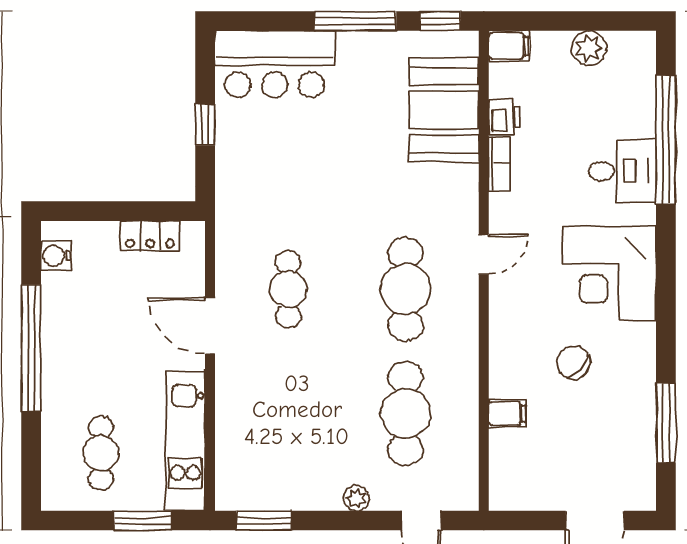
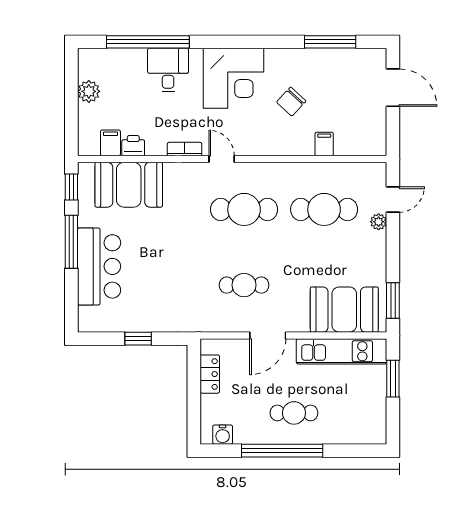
filing cabinet: (509, 46) -> (110, 143), moved
bar counter: (275, 64) -> (99, 266), moved
bookcase: (499, 164) -> (184, 149), moved
booth: (250, 445) -> (344, 310), added
cafe table: (101, 453) -> (294, 413), moved
plant: (356, 498) -> (379, 222), moved

